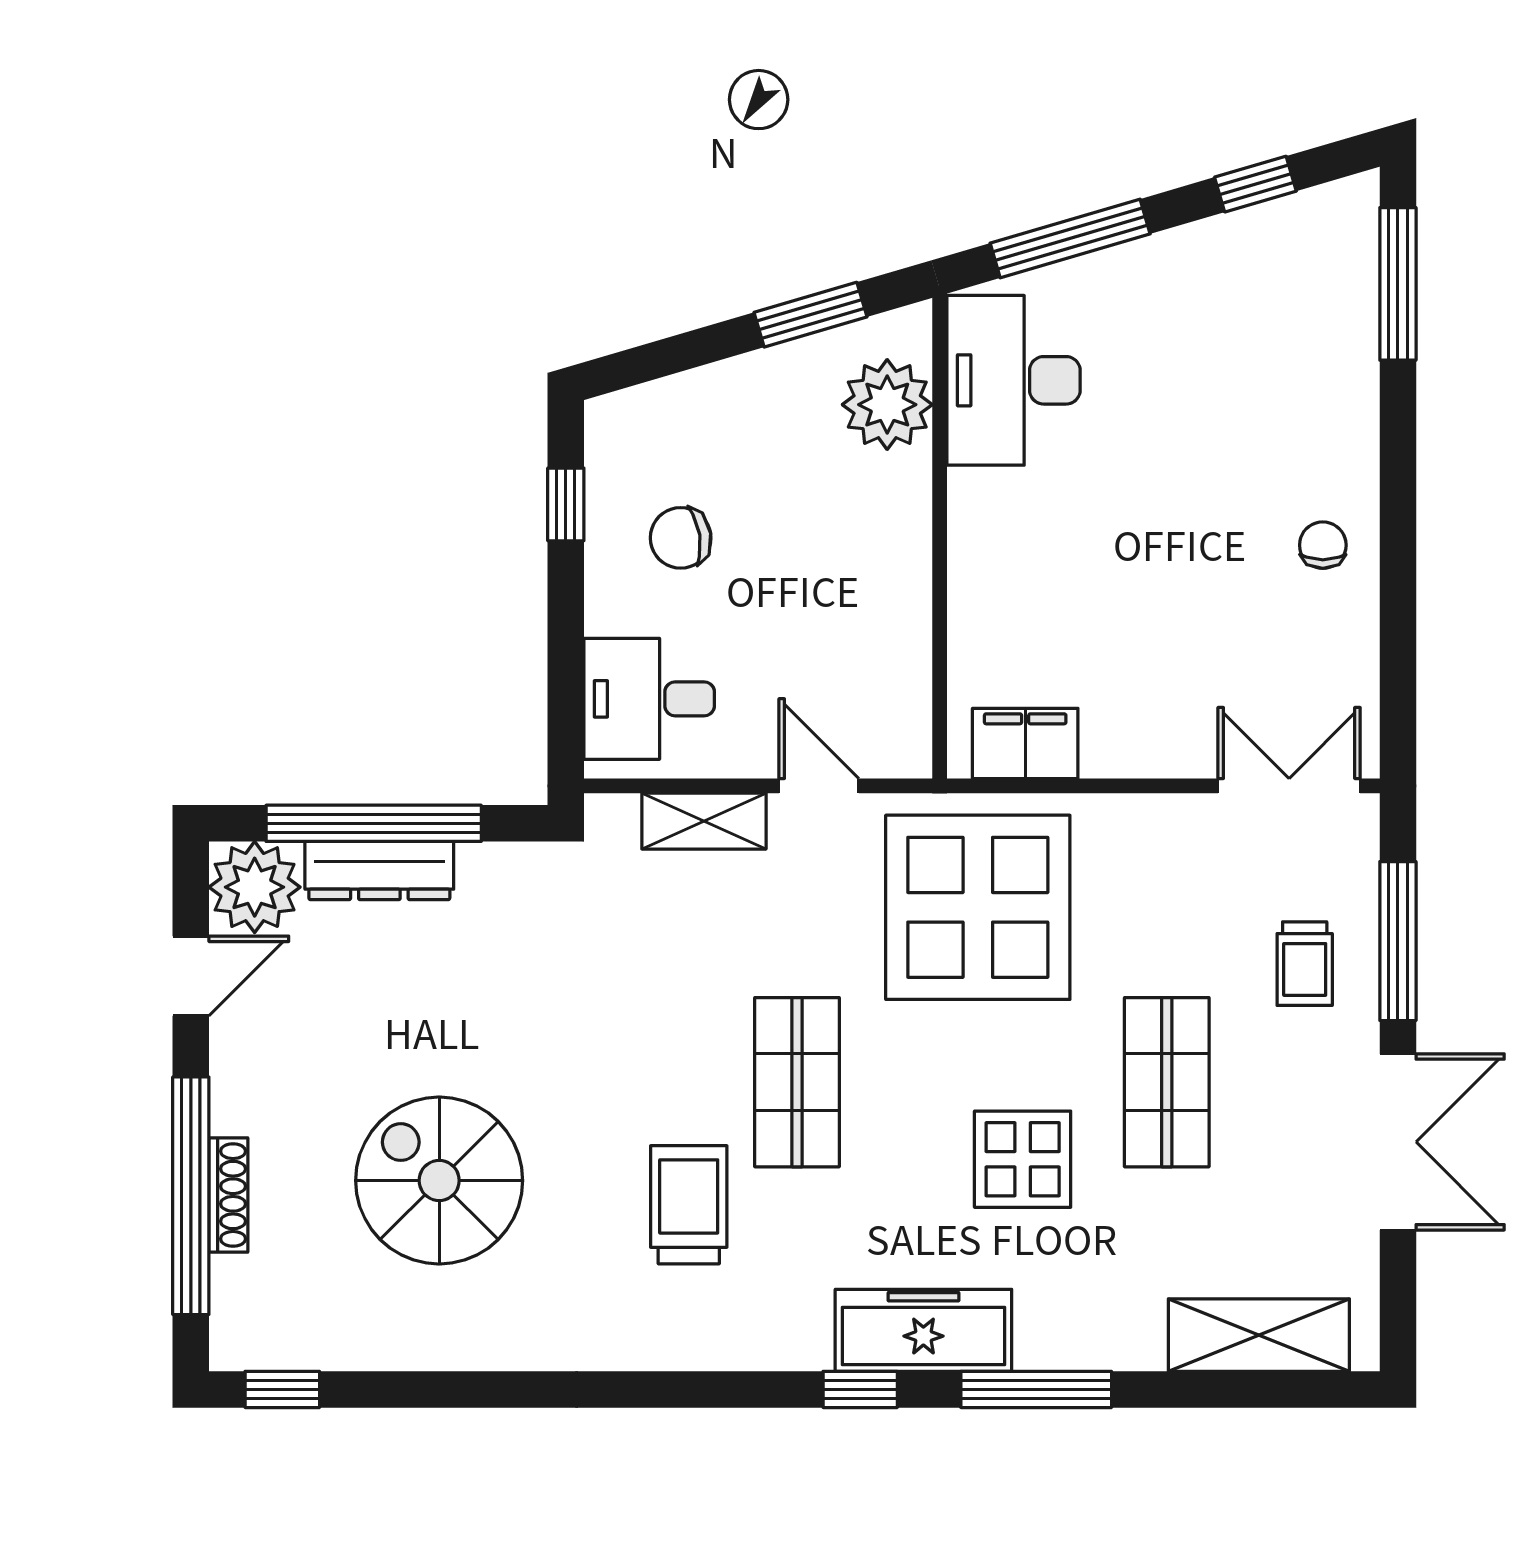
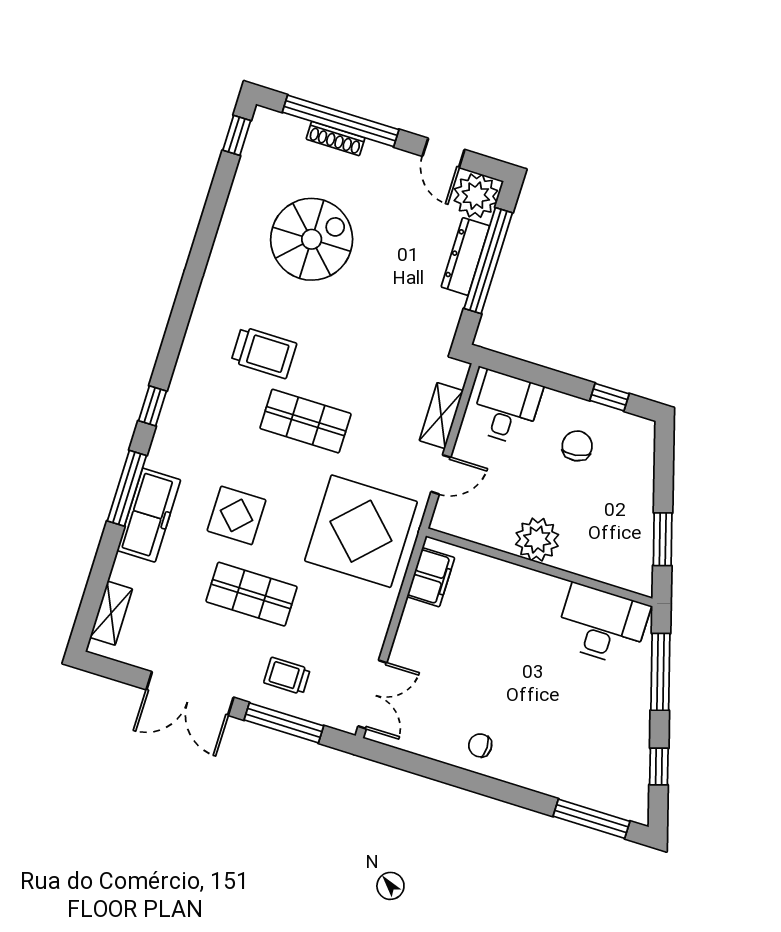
plant: (887, 405) -> (537, 540), moved
chair: (1323, 545) -> (480, 745), turned 180
freezer: (923, 1330) -> (149, 515), moved
shelving: (1259, 1335) -> (111, 613), width x0.67, depth x0.75

